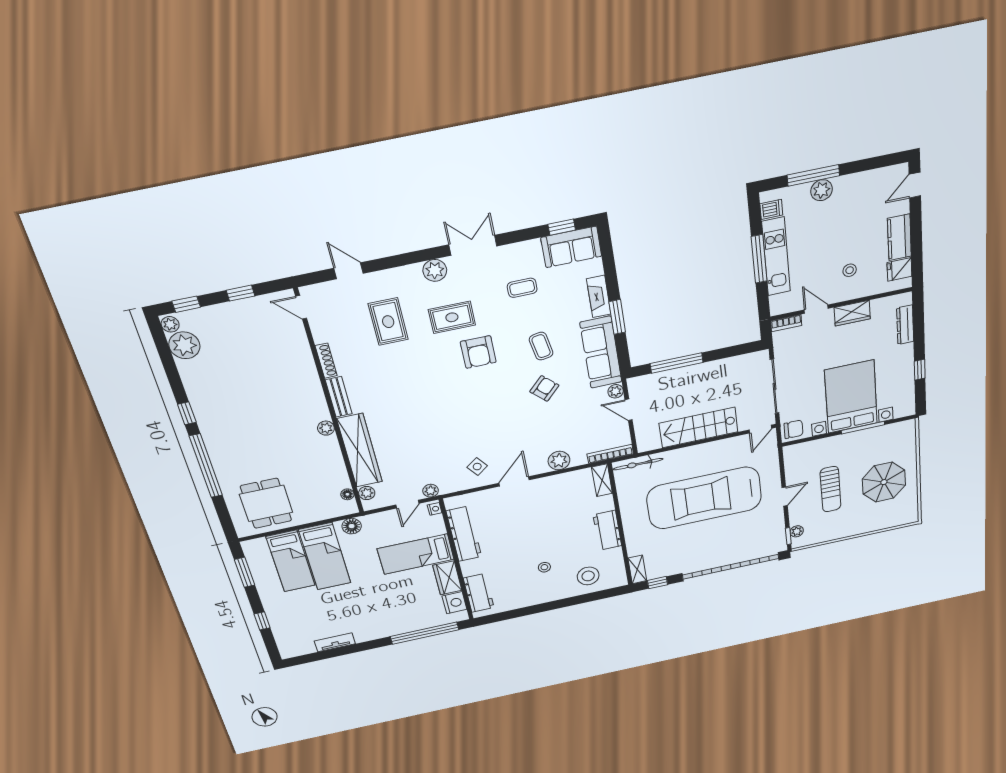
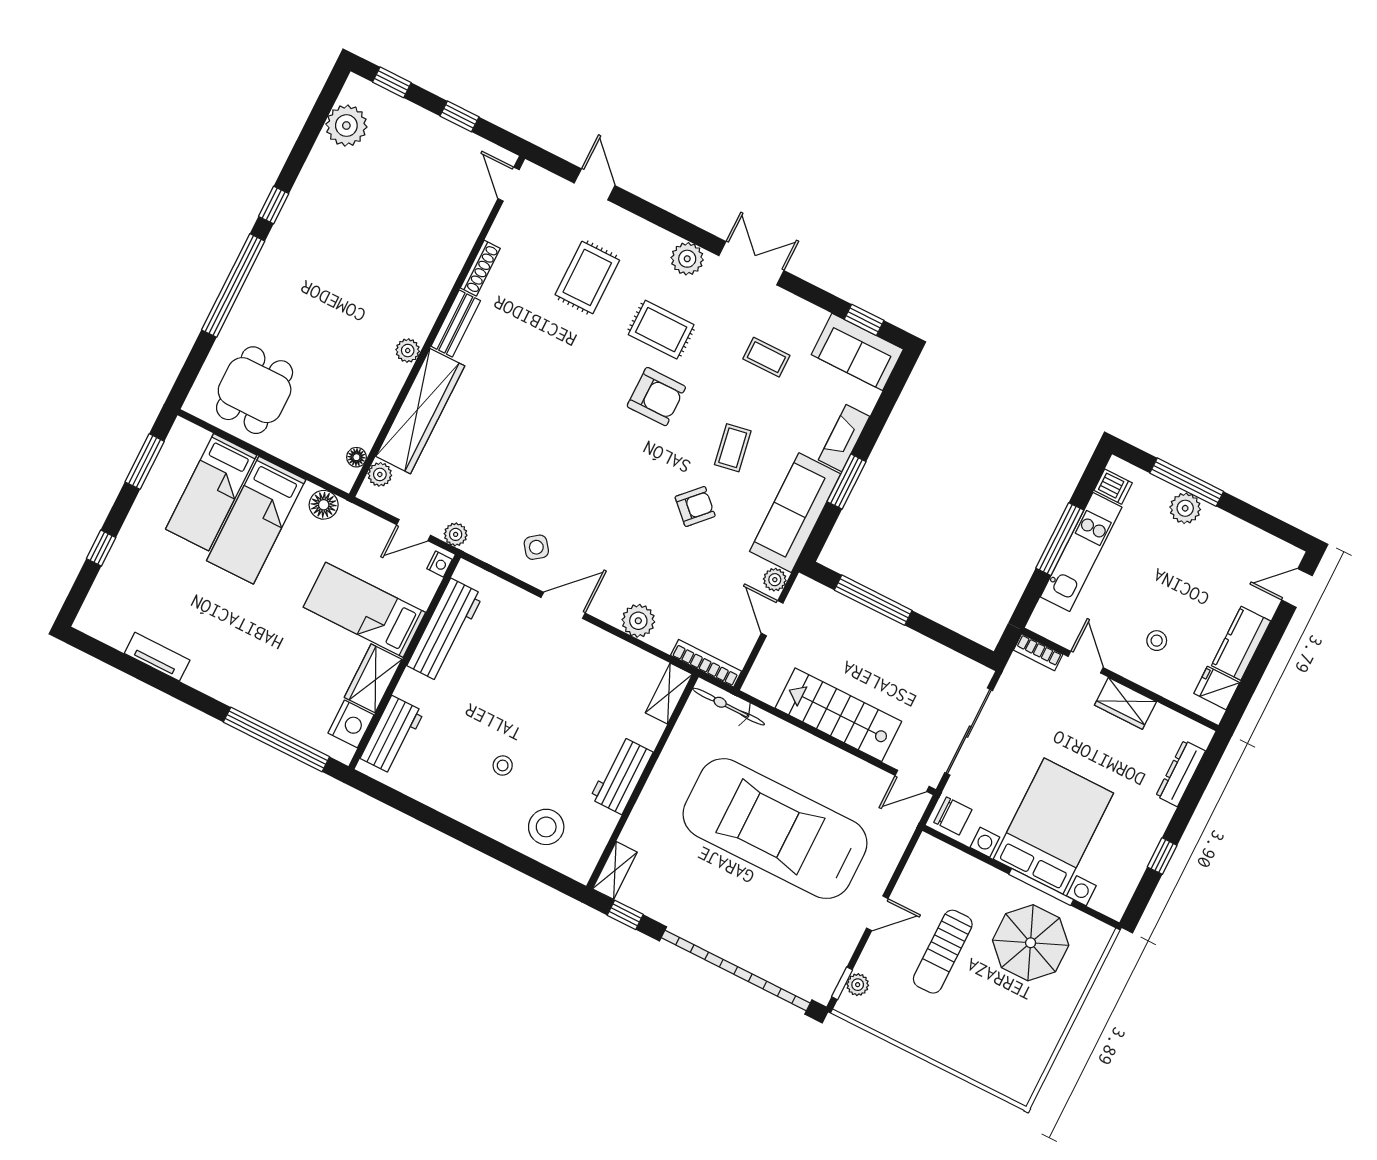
plant: (170, 324) -> (354, 90), removed
armchair: (478, 352) -> (656, 397), turned -90
parasol: (884, 482) -> (1031, 943), moved

